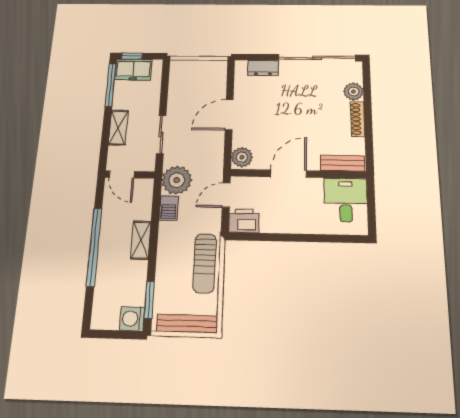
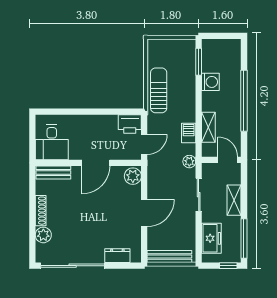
freezer: (133, 70) -> (211, 238), moved, turned 90
plant: (177, 180) -> (189, 162), width x0.53, depth x0.53
shelving: (141, 240) -> (208, 127), moved
washing machine: (132, 319) -> (210, 82), moved
bench: (187, 324) -> (169, 256), moved

